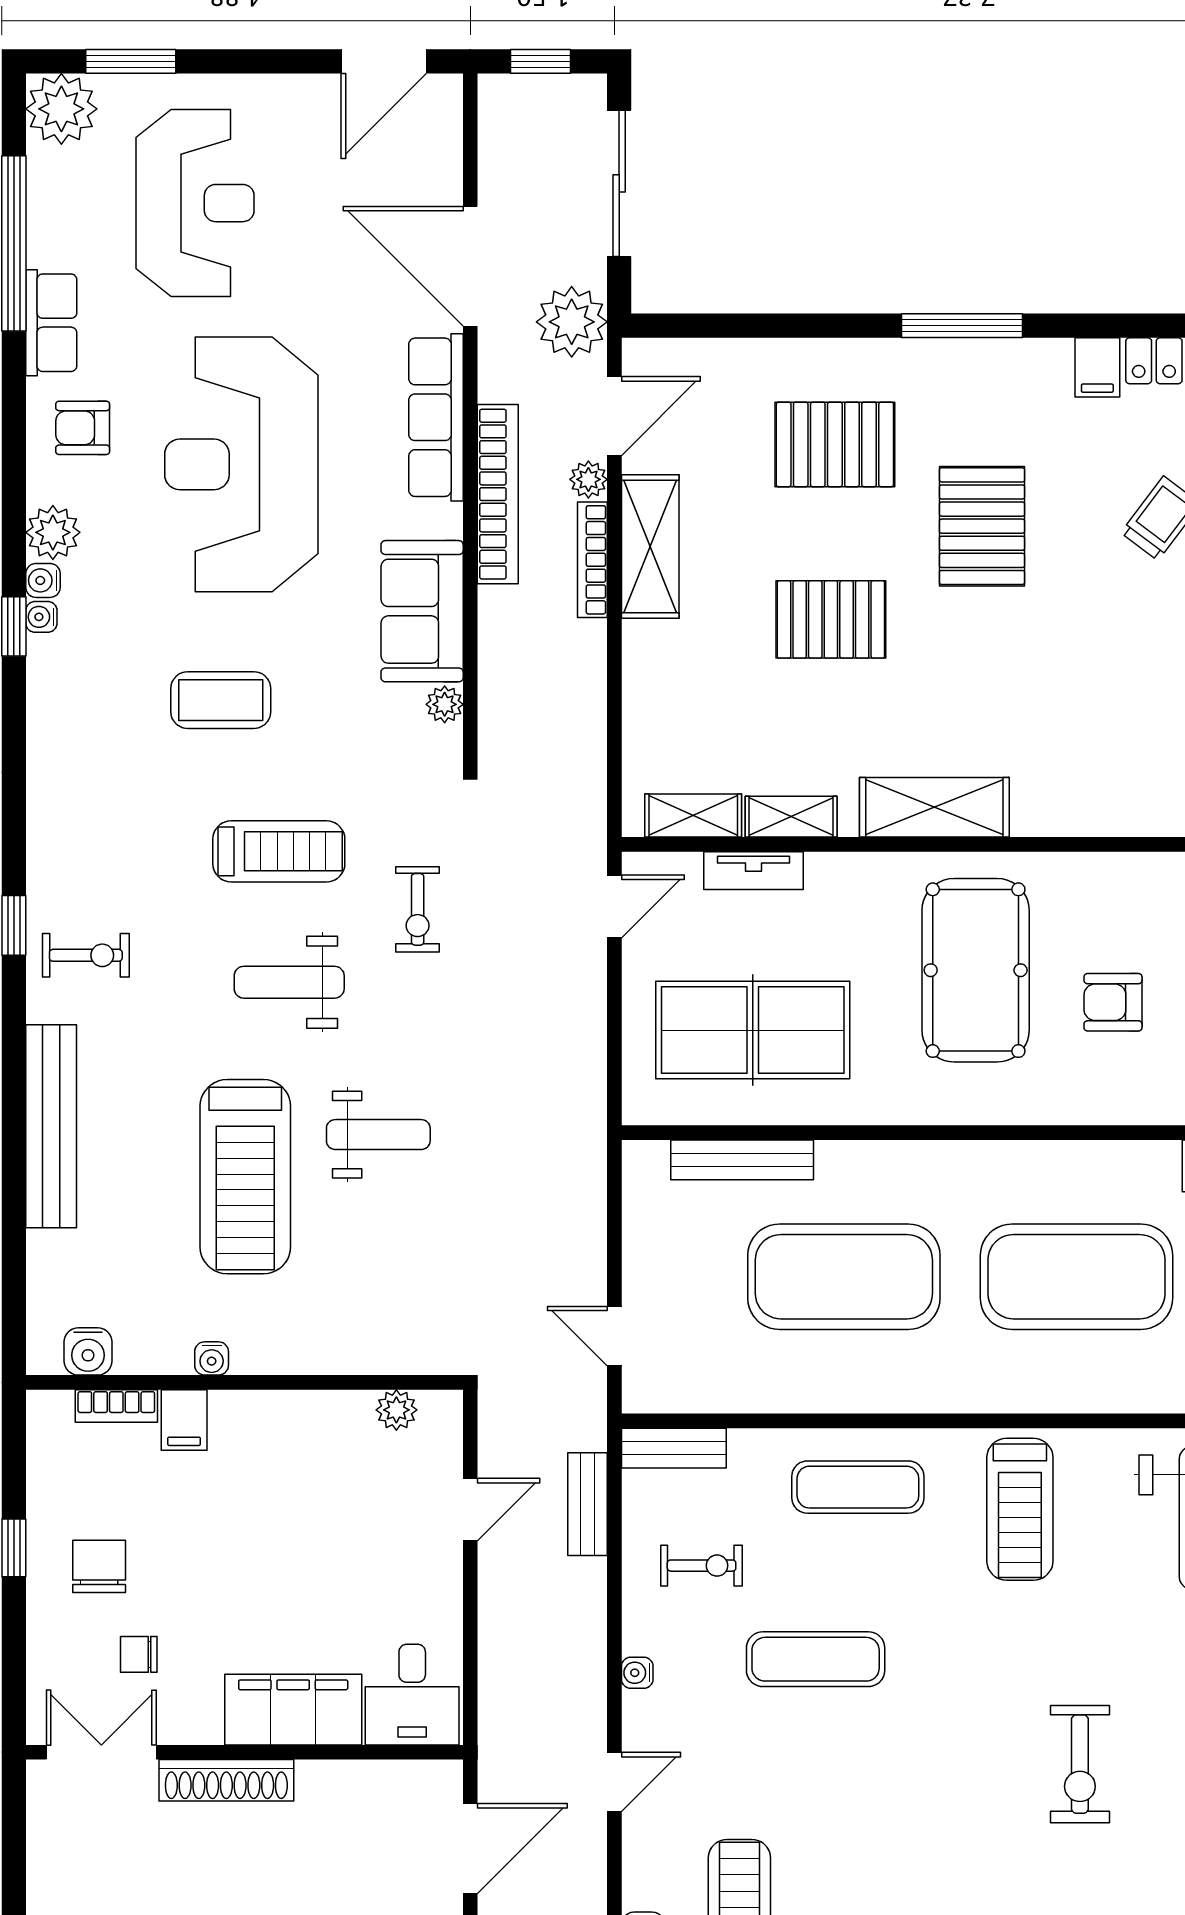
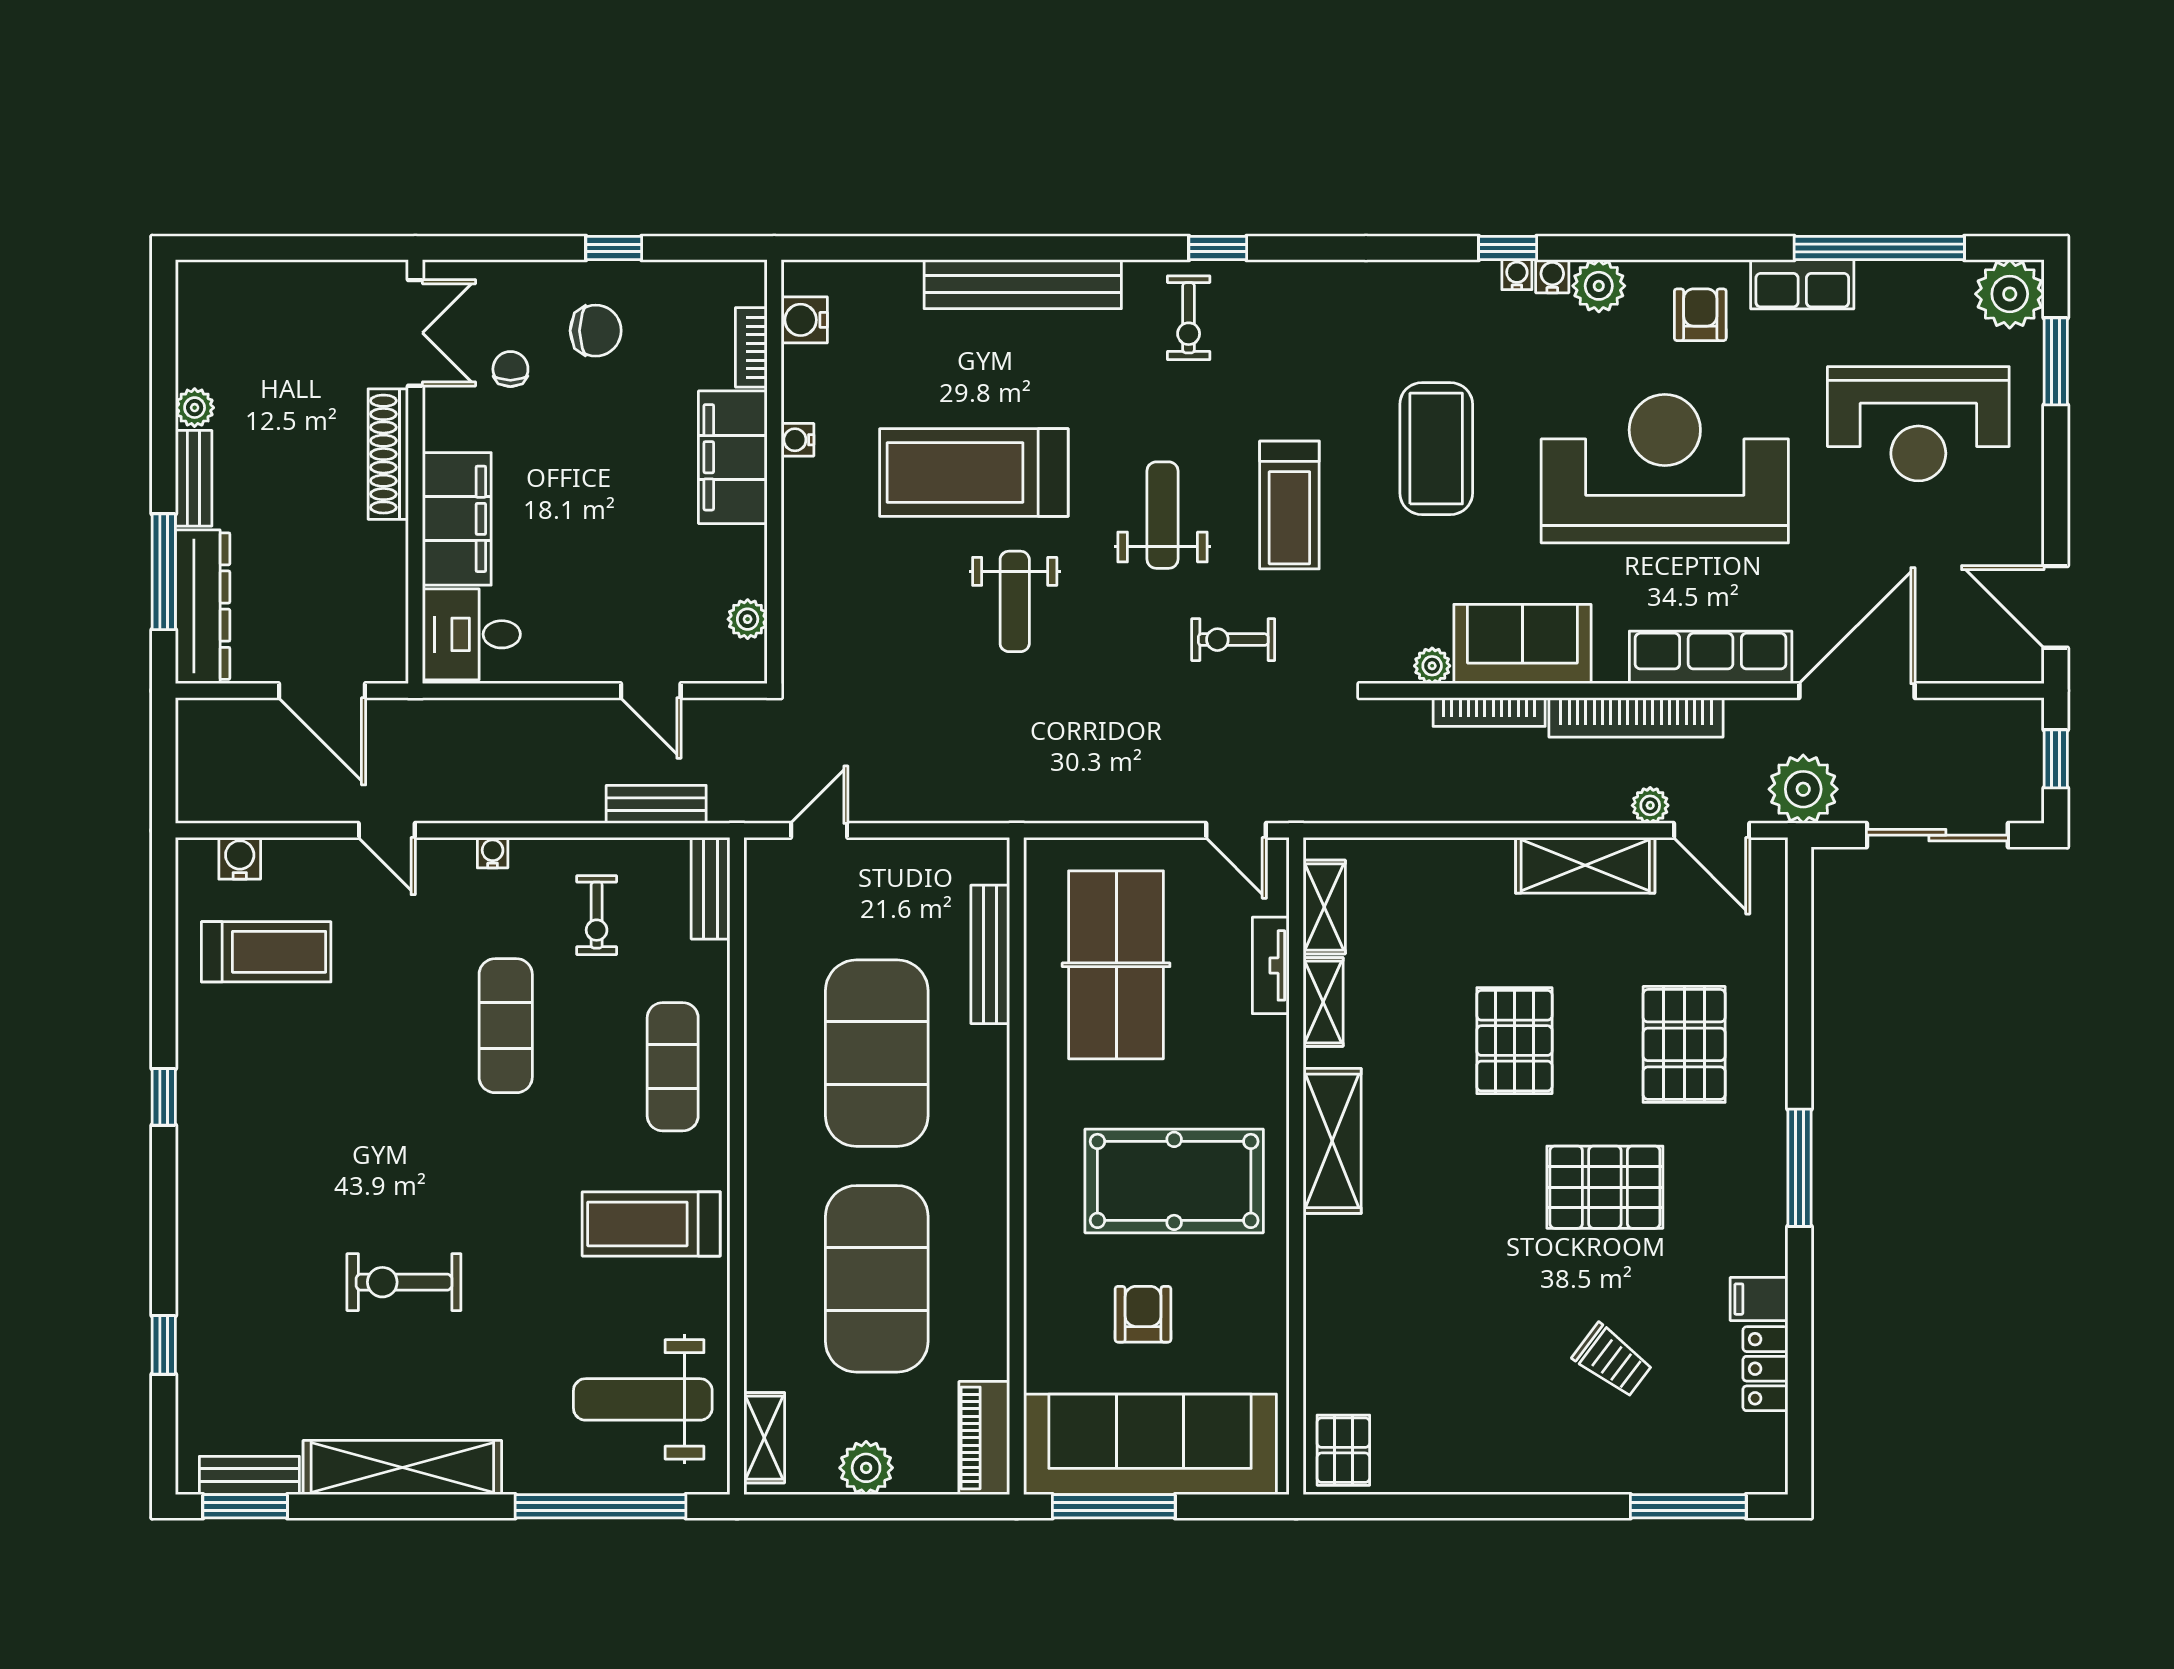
bookcase: (592, 560) -> (1489, 712), moved, turned 180
coffee table: (221, 700) -> (1436, 449), width x1.36, depth x1.32
filing cabinet: (184, 1420) -> (733, 457), width x3.00, depth x1.17

